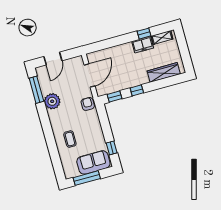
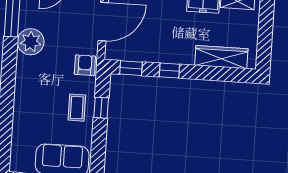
coffee table: (70, 139) -> (77, 108), moved
window: (112, 148) -> (101, 108), moved

